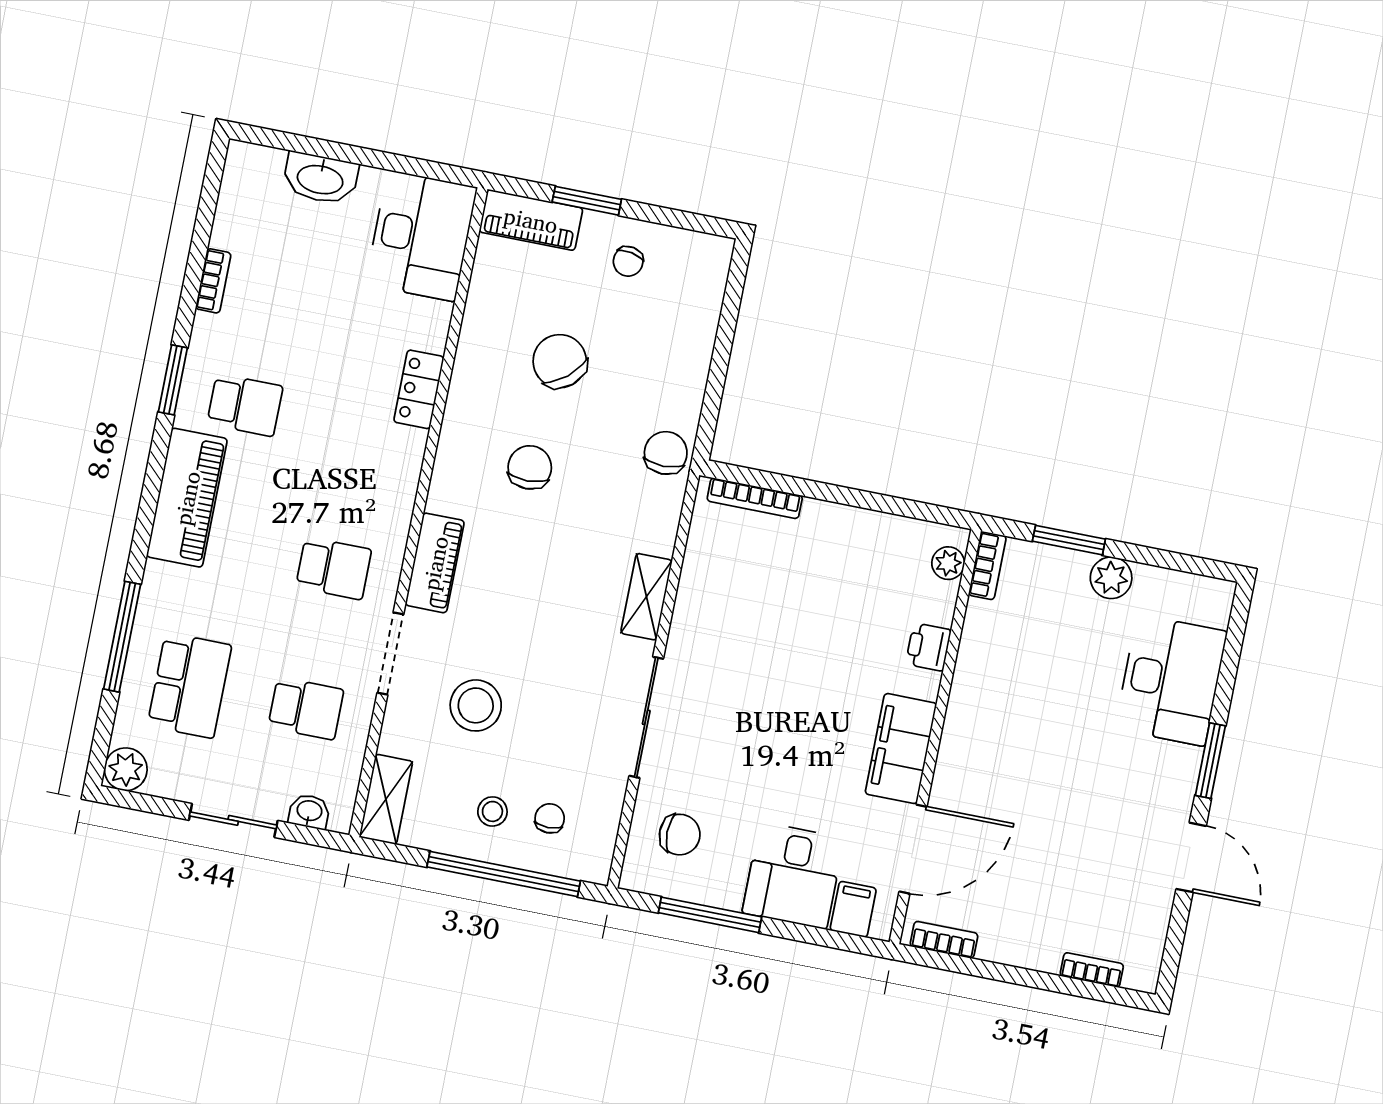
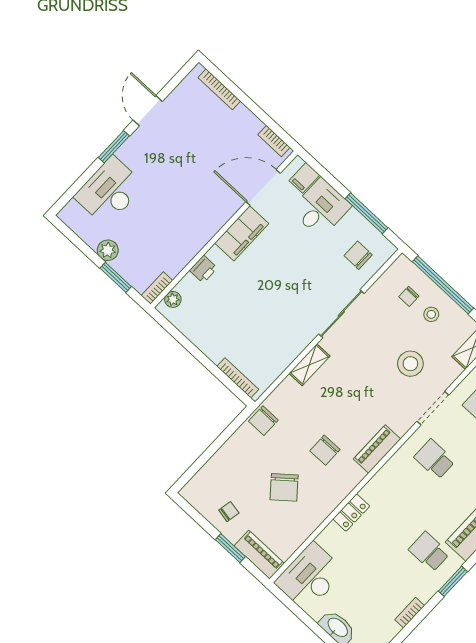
piano: (435, 563) -> (377, 449), moved
bookcase: (1092, 970) -> (219, 89), width x1.56

